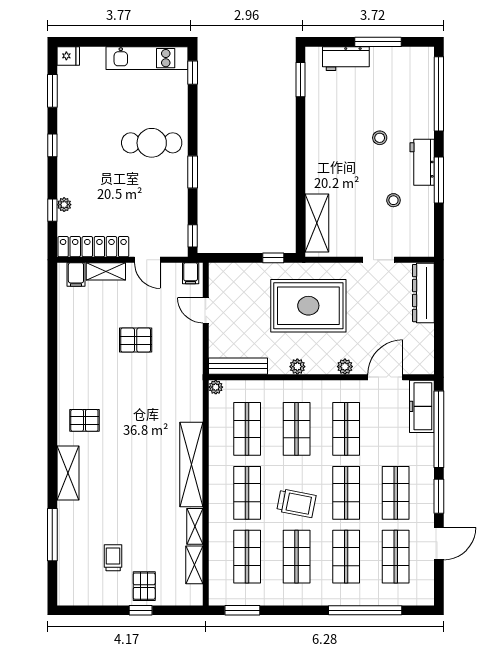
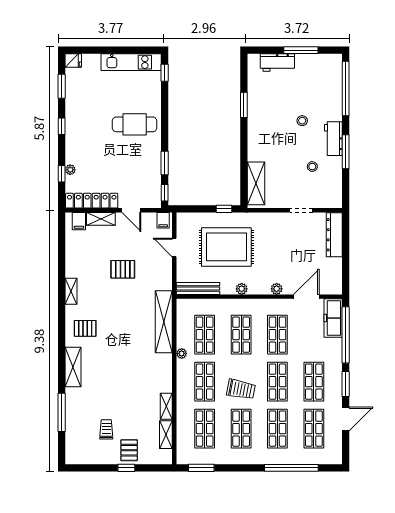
window: (301, 80) -> (244, 105), moved
window: (193, 172) -> (165, 163), moved
rug: (308, 306) -> (226, 247), moved
shelving: (65, 370) -> (71, 291), added
plant: (216, 387) -> (182, 353), moved
shelving: (191, 465) -> (164, 322), moved

